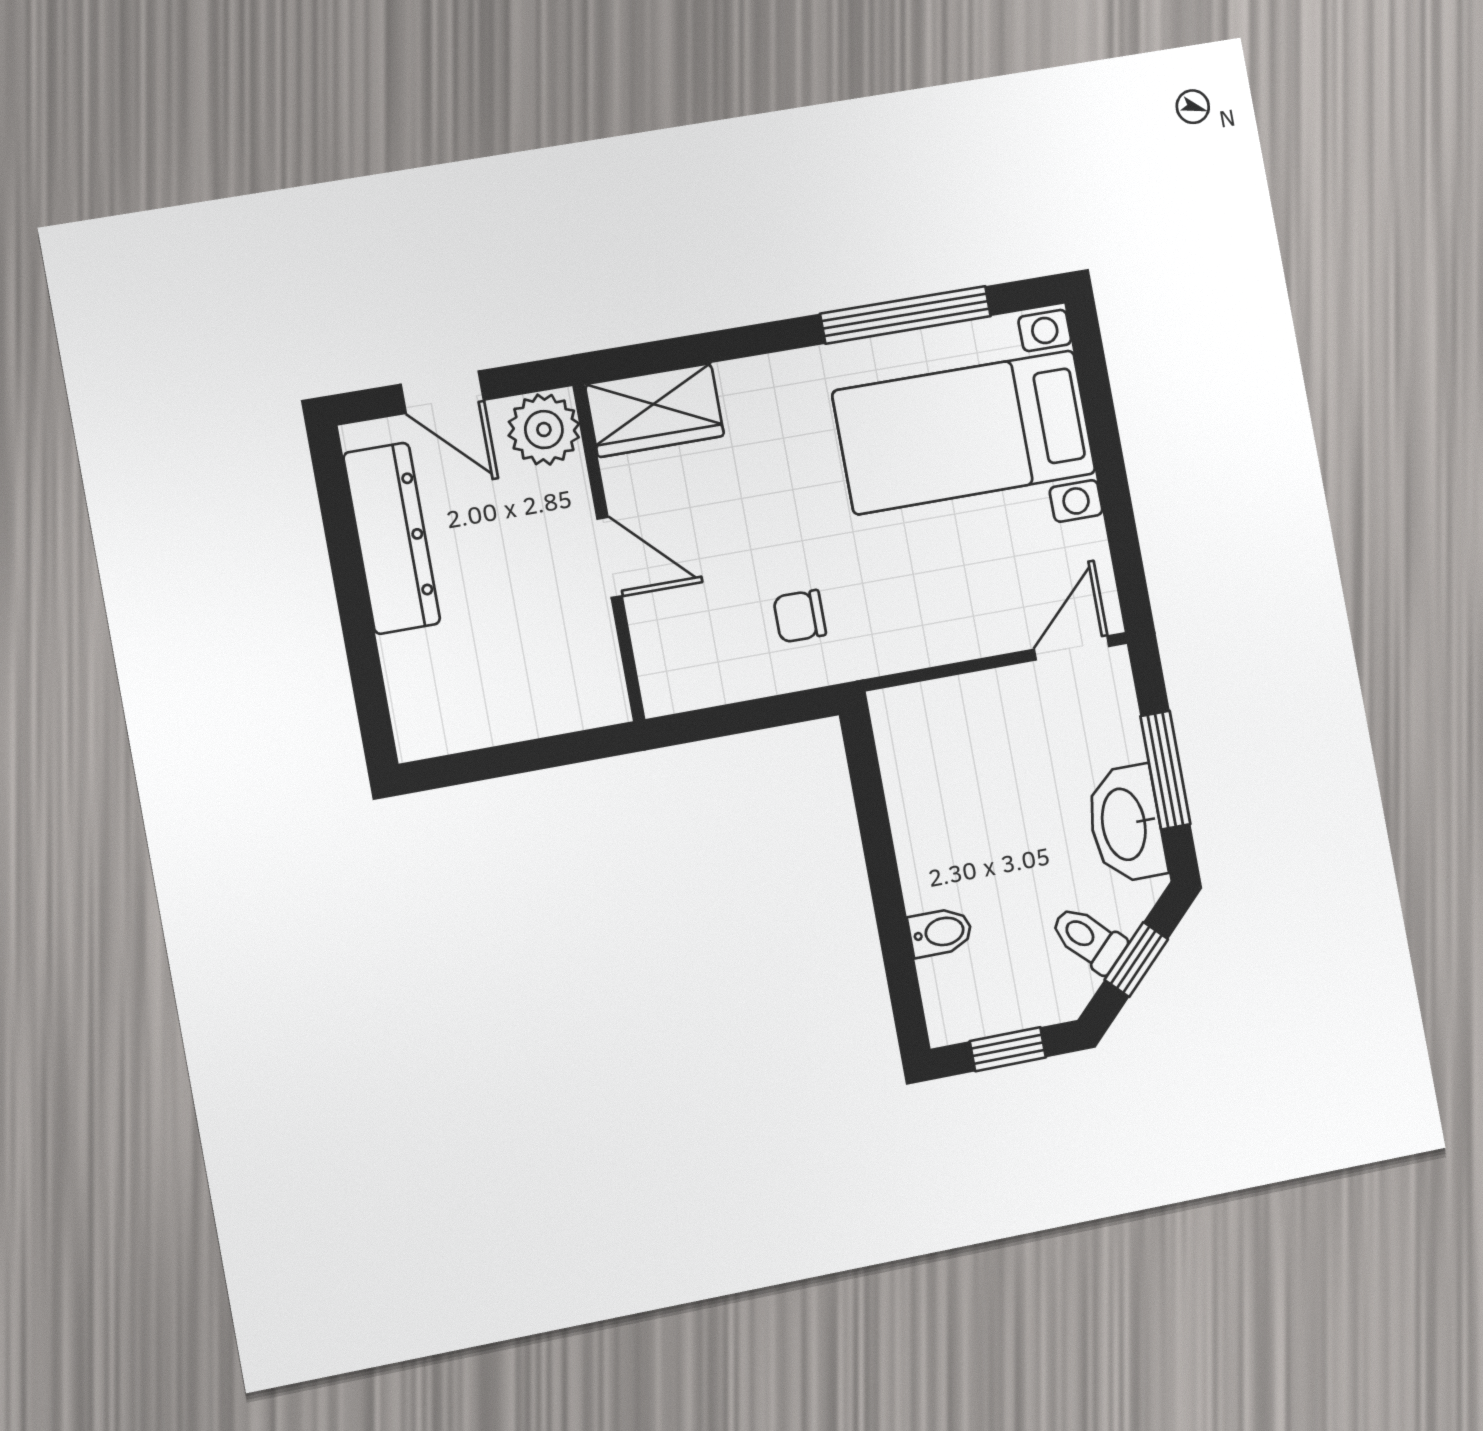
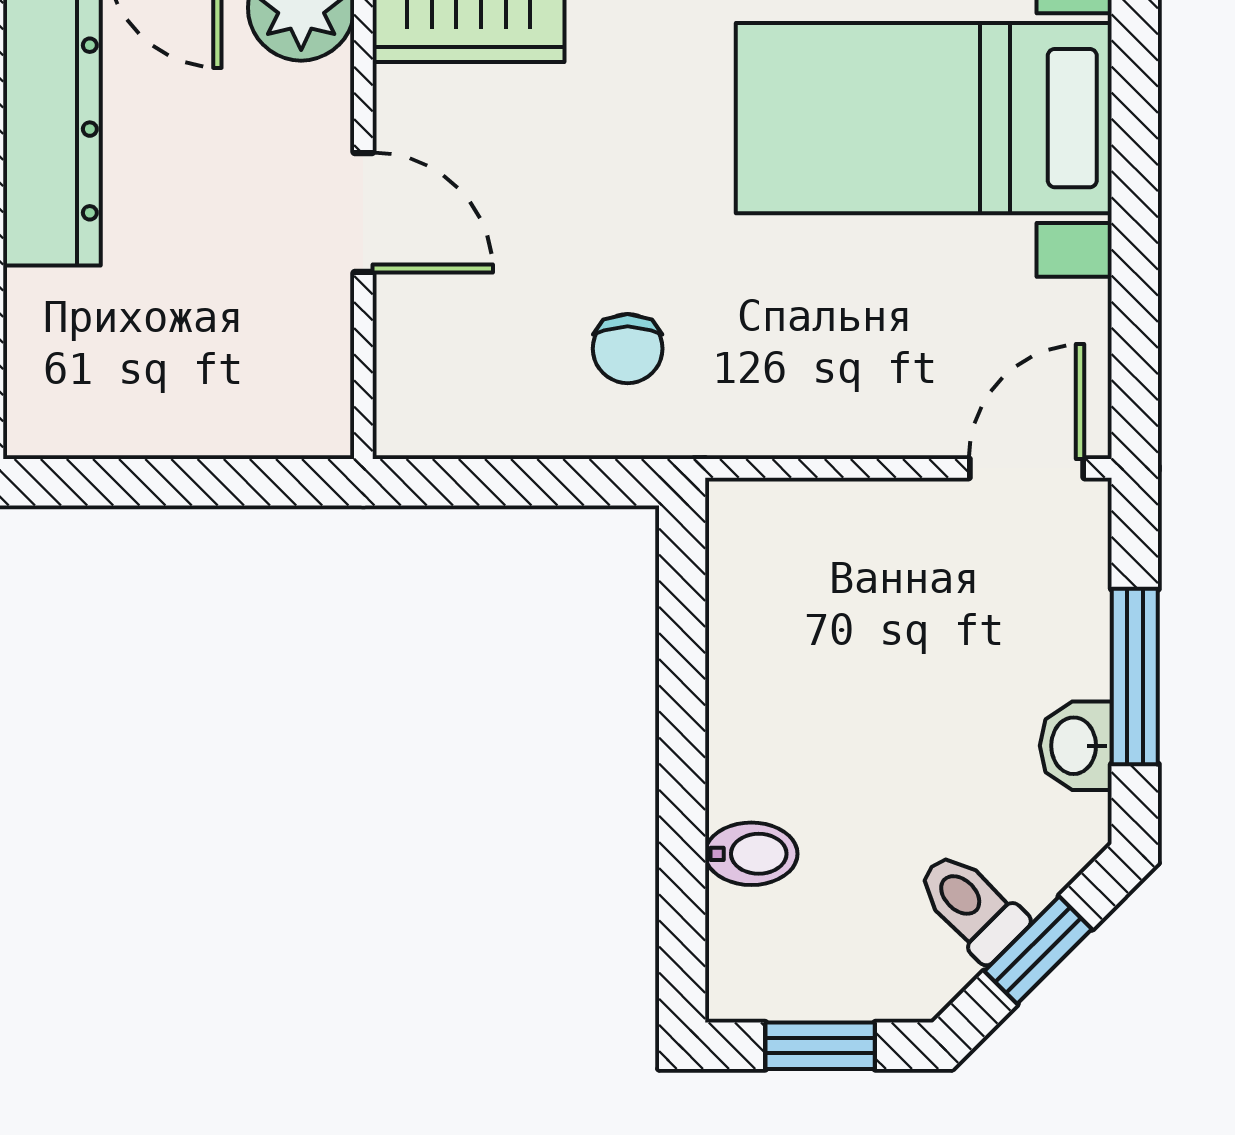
chair: (800, 616) -> (628, 349), turned -90
washbasin: (1126, 824) -> (1076, 746), width x0.52, depth x0.69

